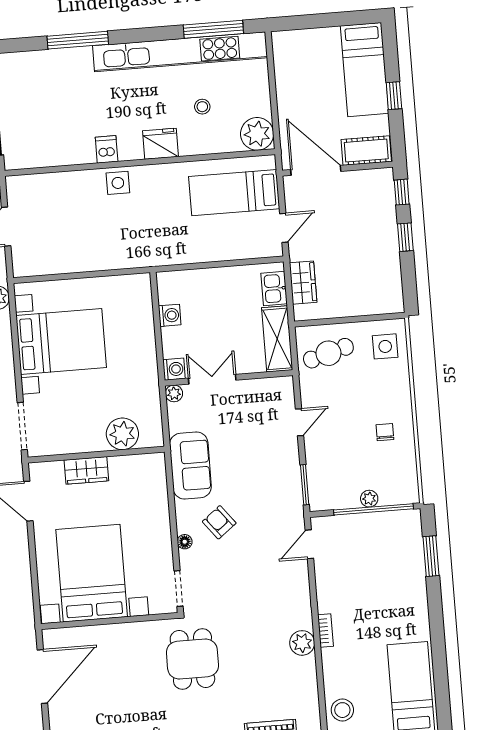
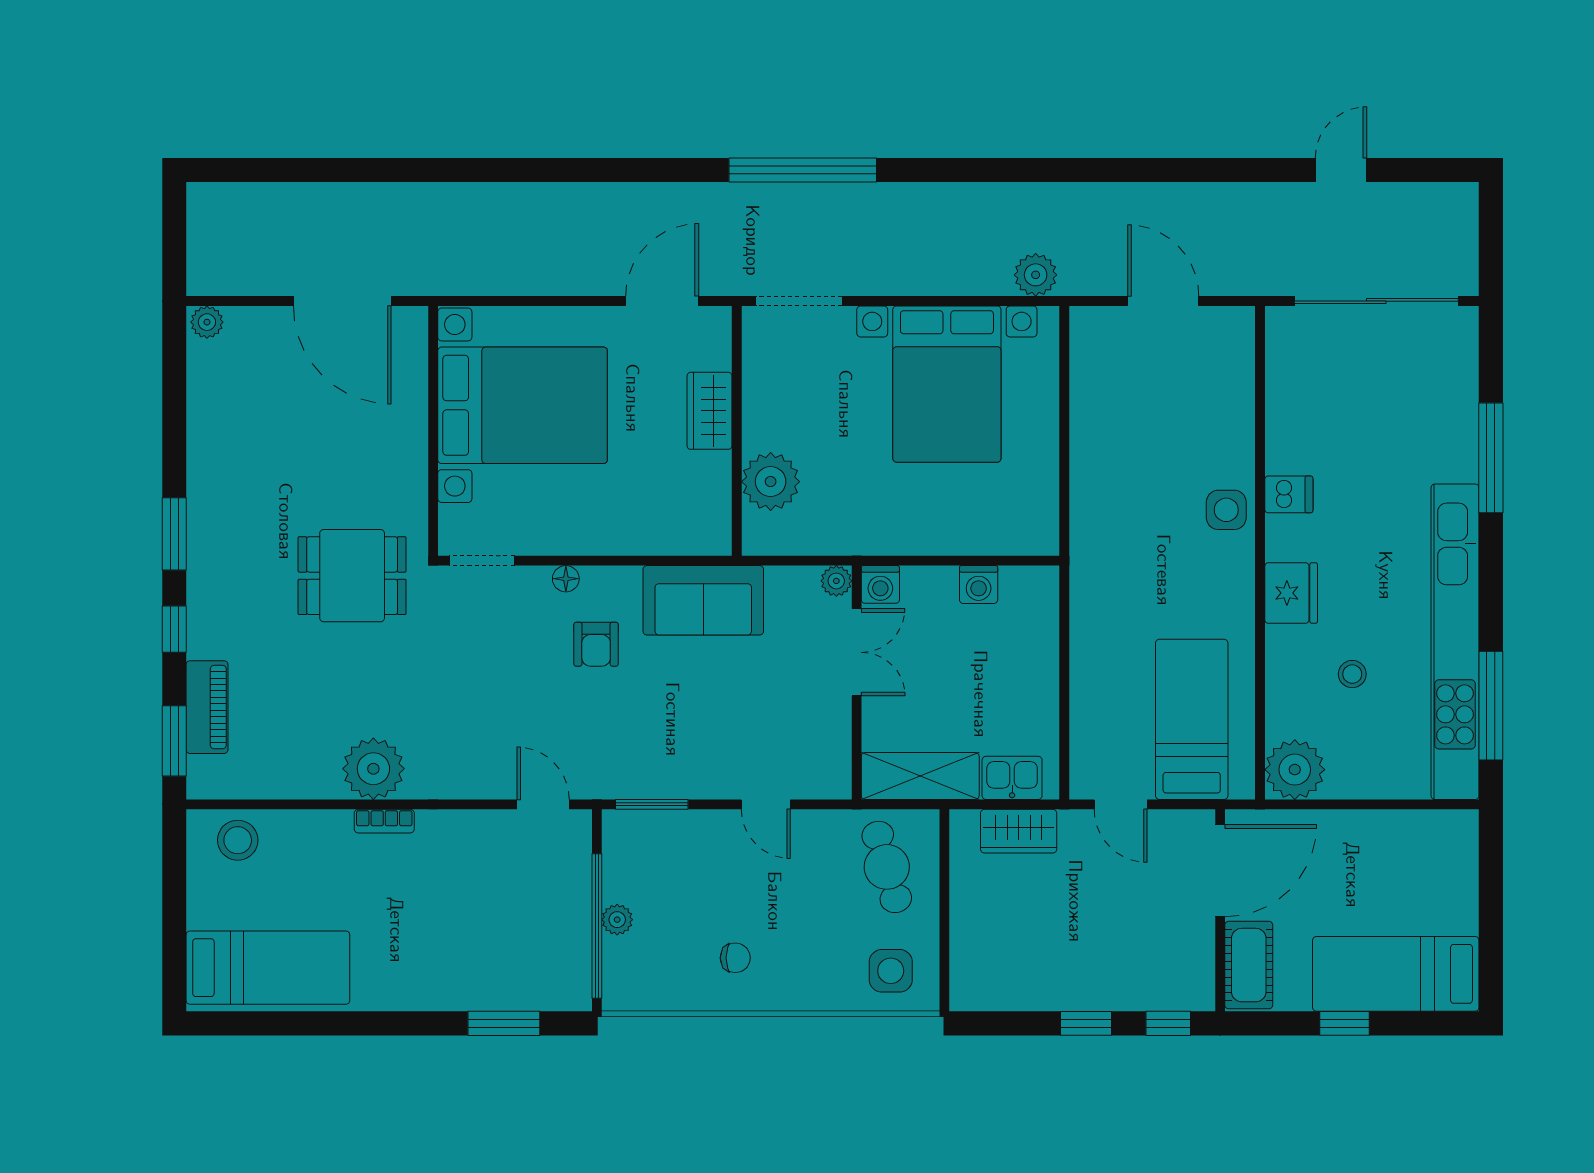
armchair: (219, 522) -> (596, 644), turned 128
plant: (302, 643) -> (373, 769), width x1.36, depth x1.36

